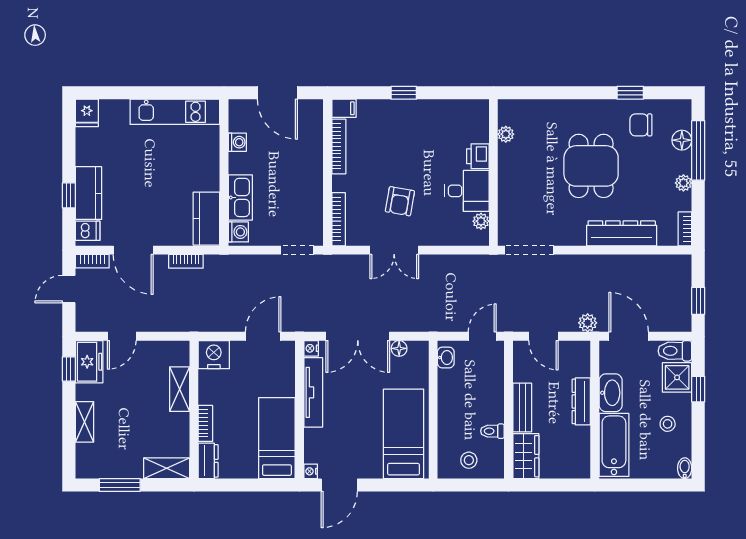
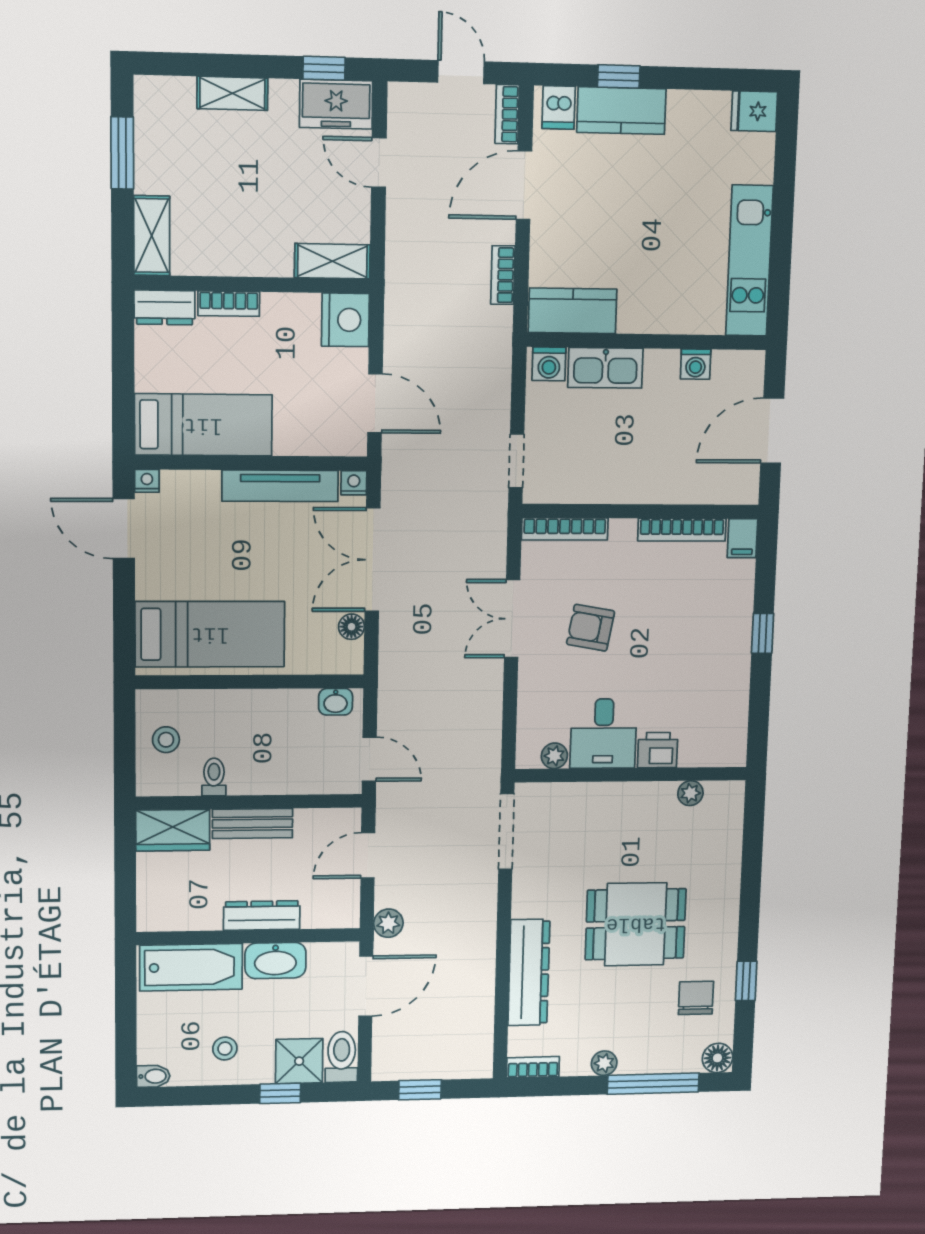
floor lamp: (682, 140) -> (717, 1058), moved
shelving: (180, 389) -> (332, 261), moved

